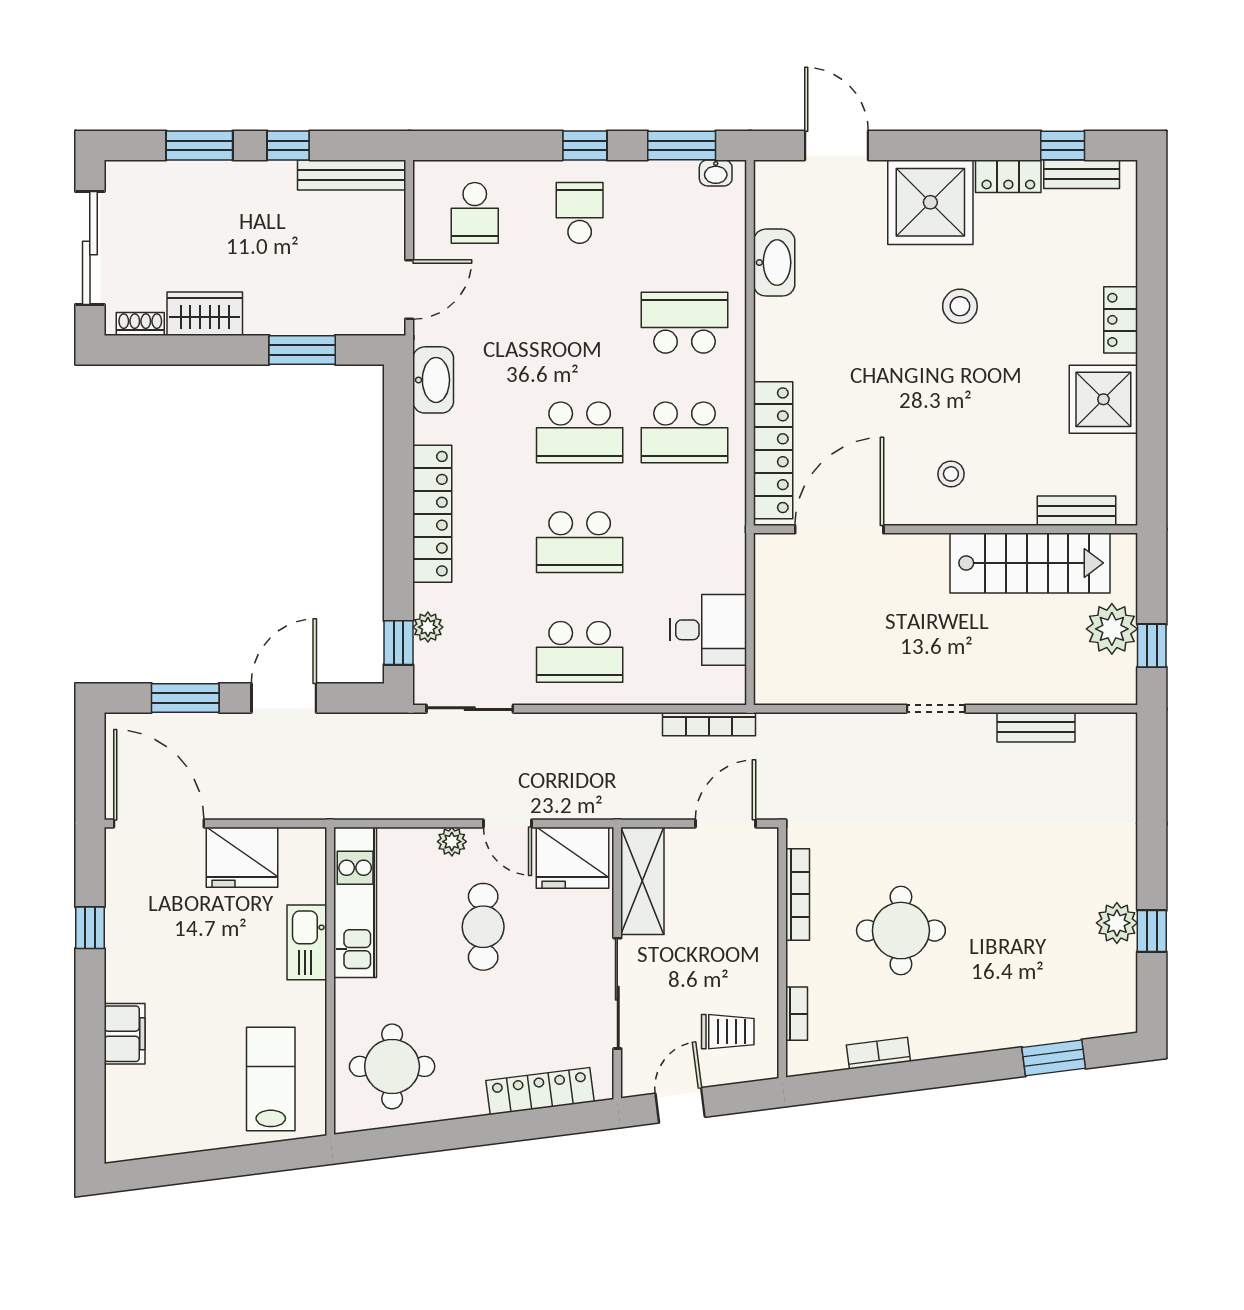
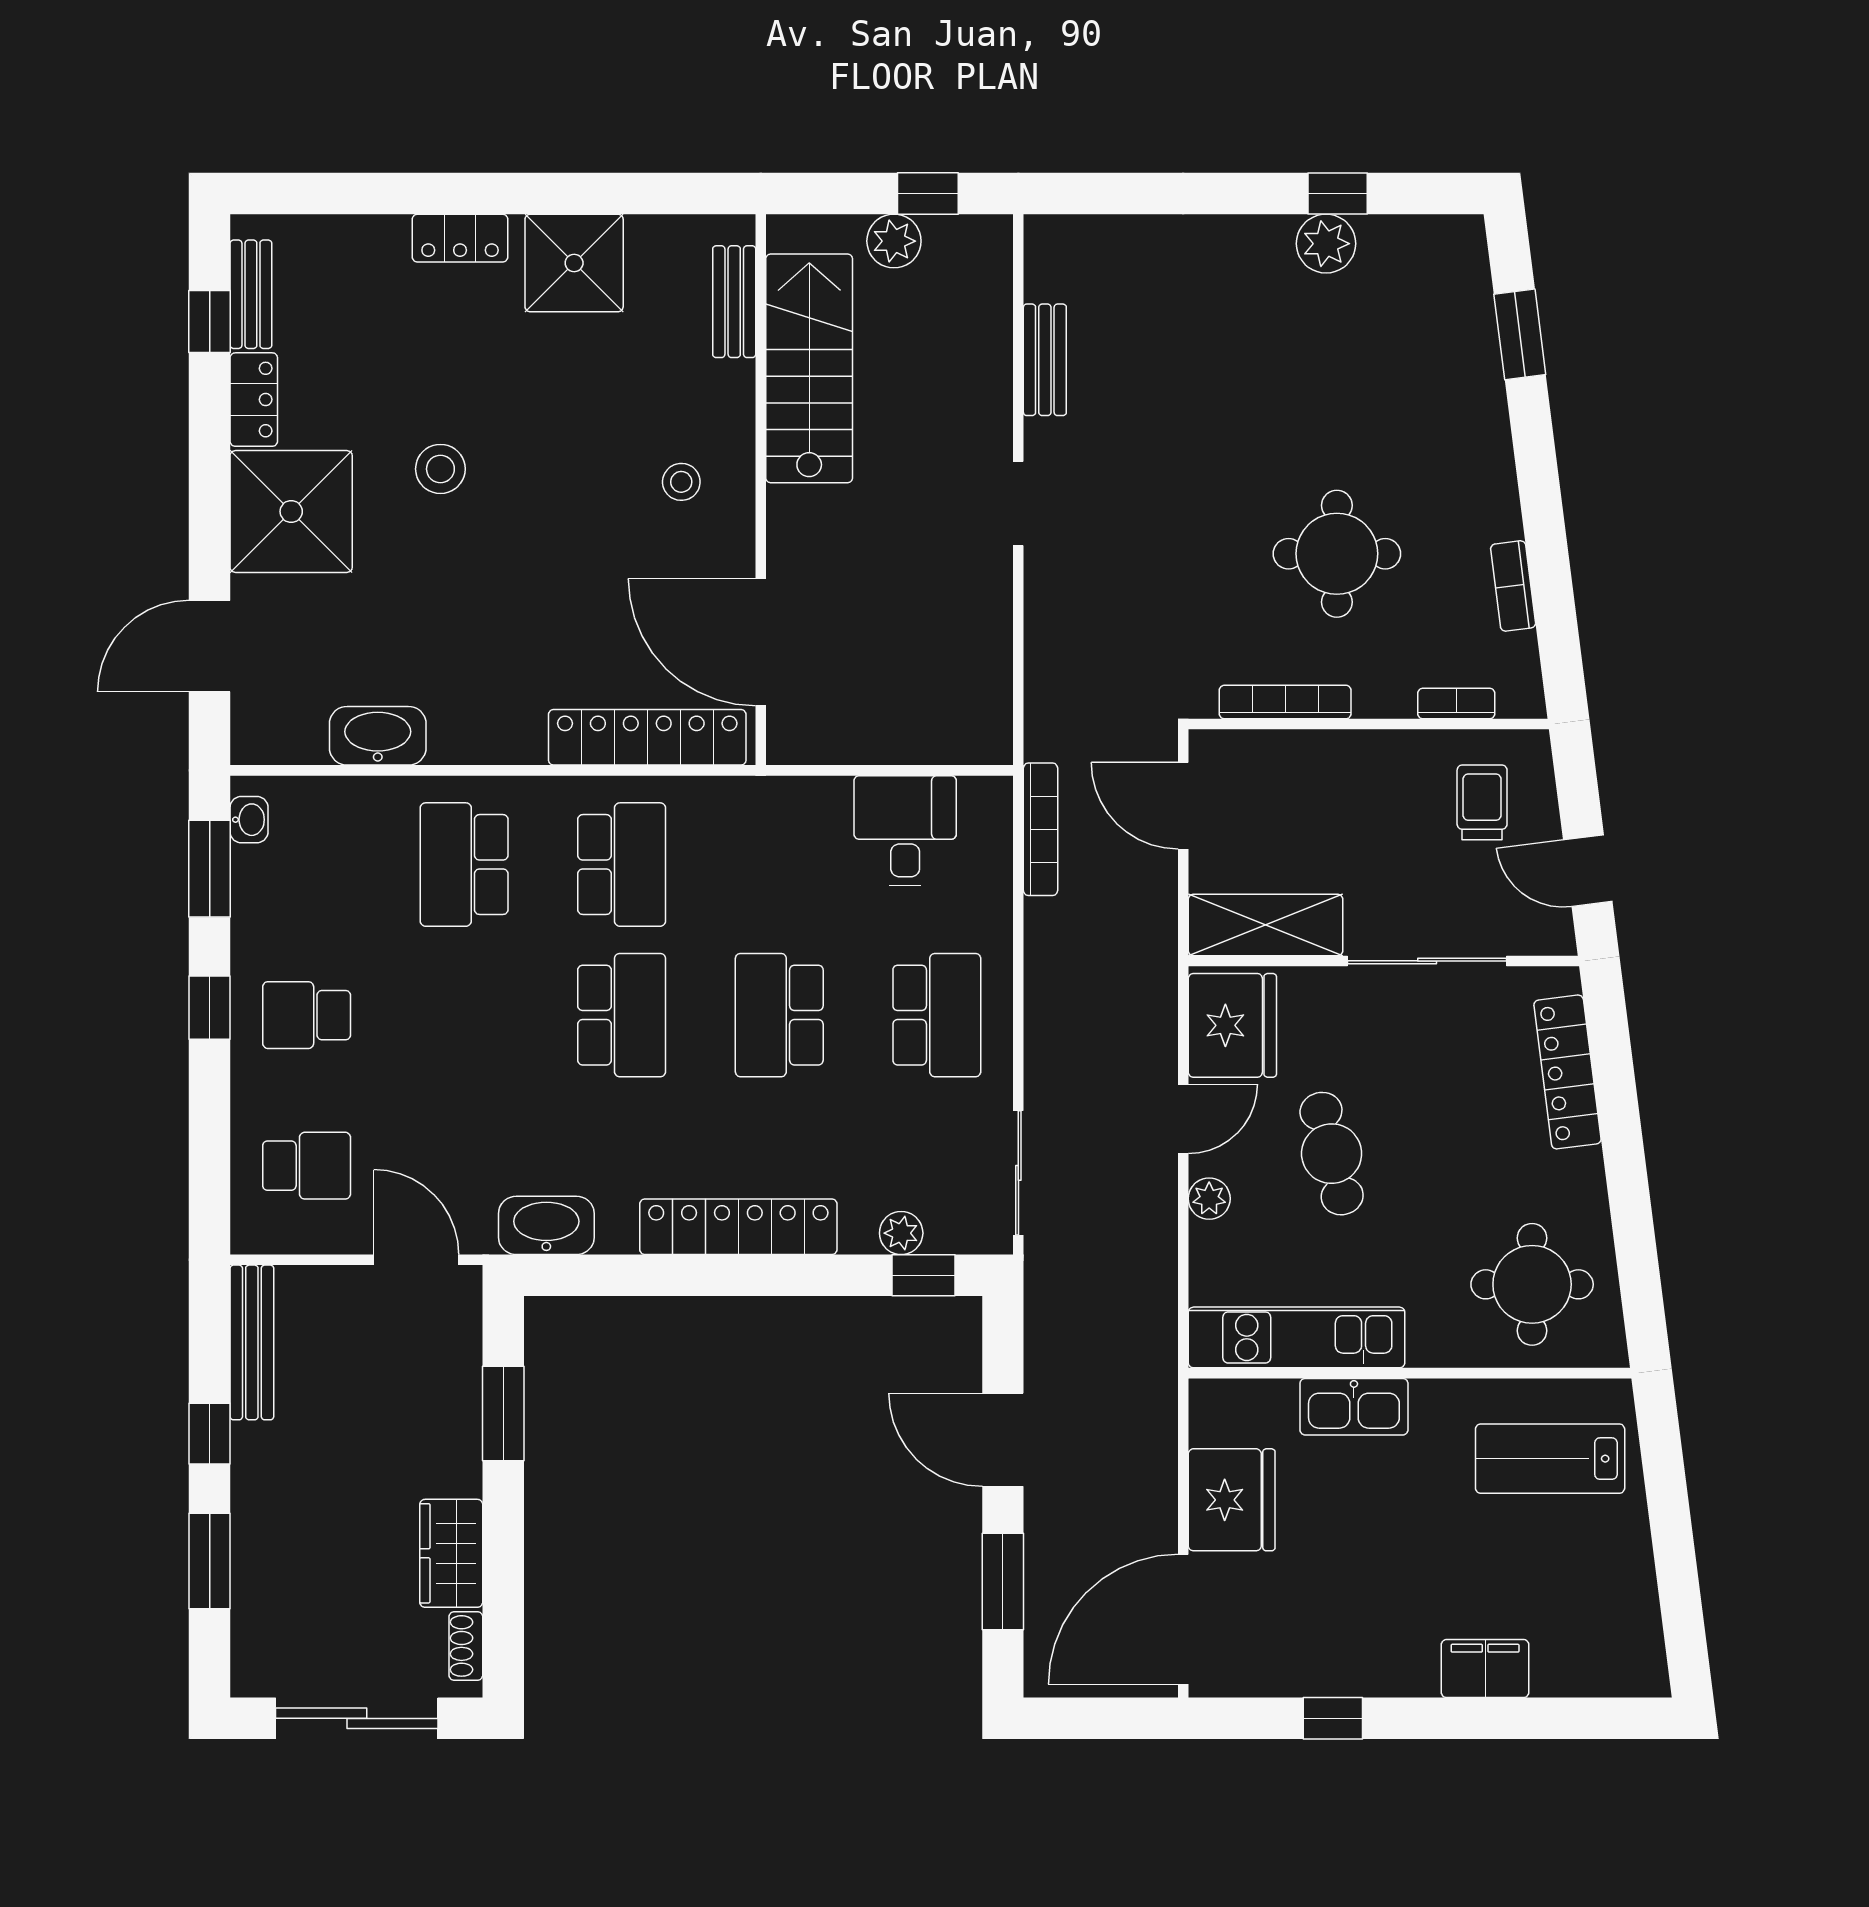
school desk: (580, 542) -> (779, 1015), turned 180
plant: (1112, 629) -> (894, 241), width x0.73, depth x0.73
cafe table: (483, 927) -> (1332, 1154), turned 76

